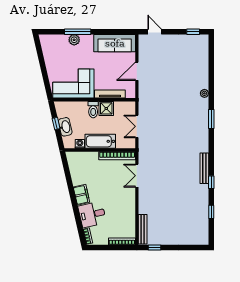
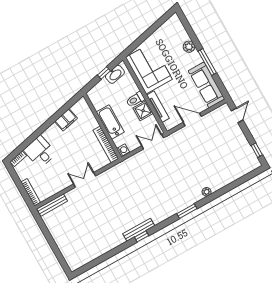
window: (78, 32) -> (207, 62), moved
double door: (137, 126) -> (153, 142), moved
washbasin: (65, 127) -> (115, 74), moved
washing machine: (80, 144) -> (123, 150), moved
double door: (137, 176) -> (85, 180), moved
window: (211, 182) -> (142, 236), moved
filing cabinet: (82, 195) -> (66, 120), moved
window: (211, 212) -> (103, 258), removed
window: (155, 247) -> (42, 225), removed

